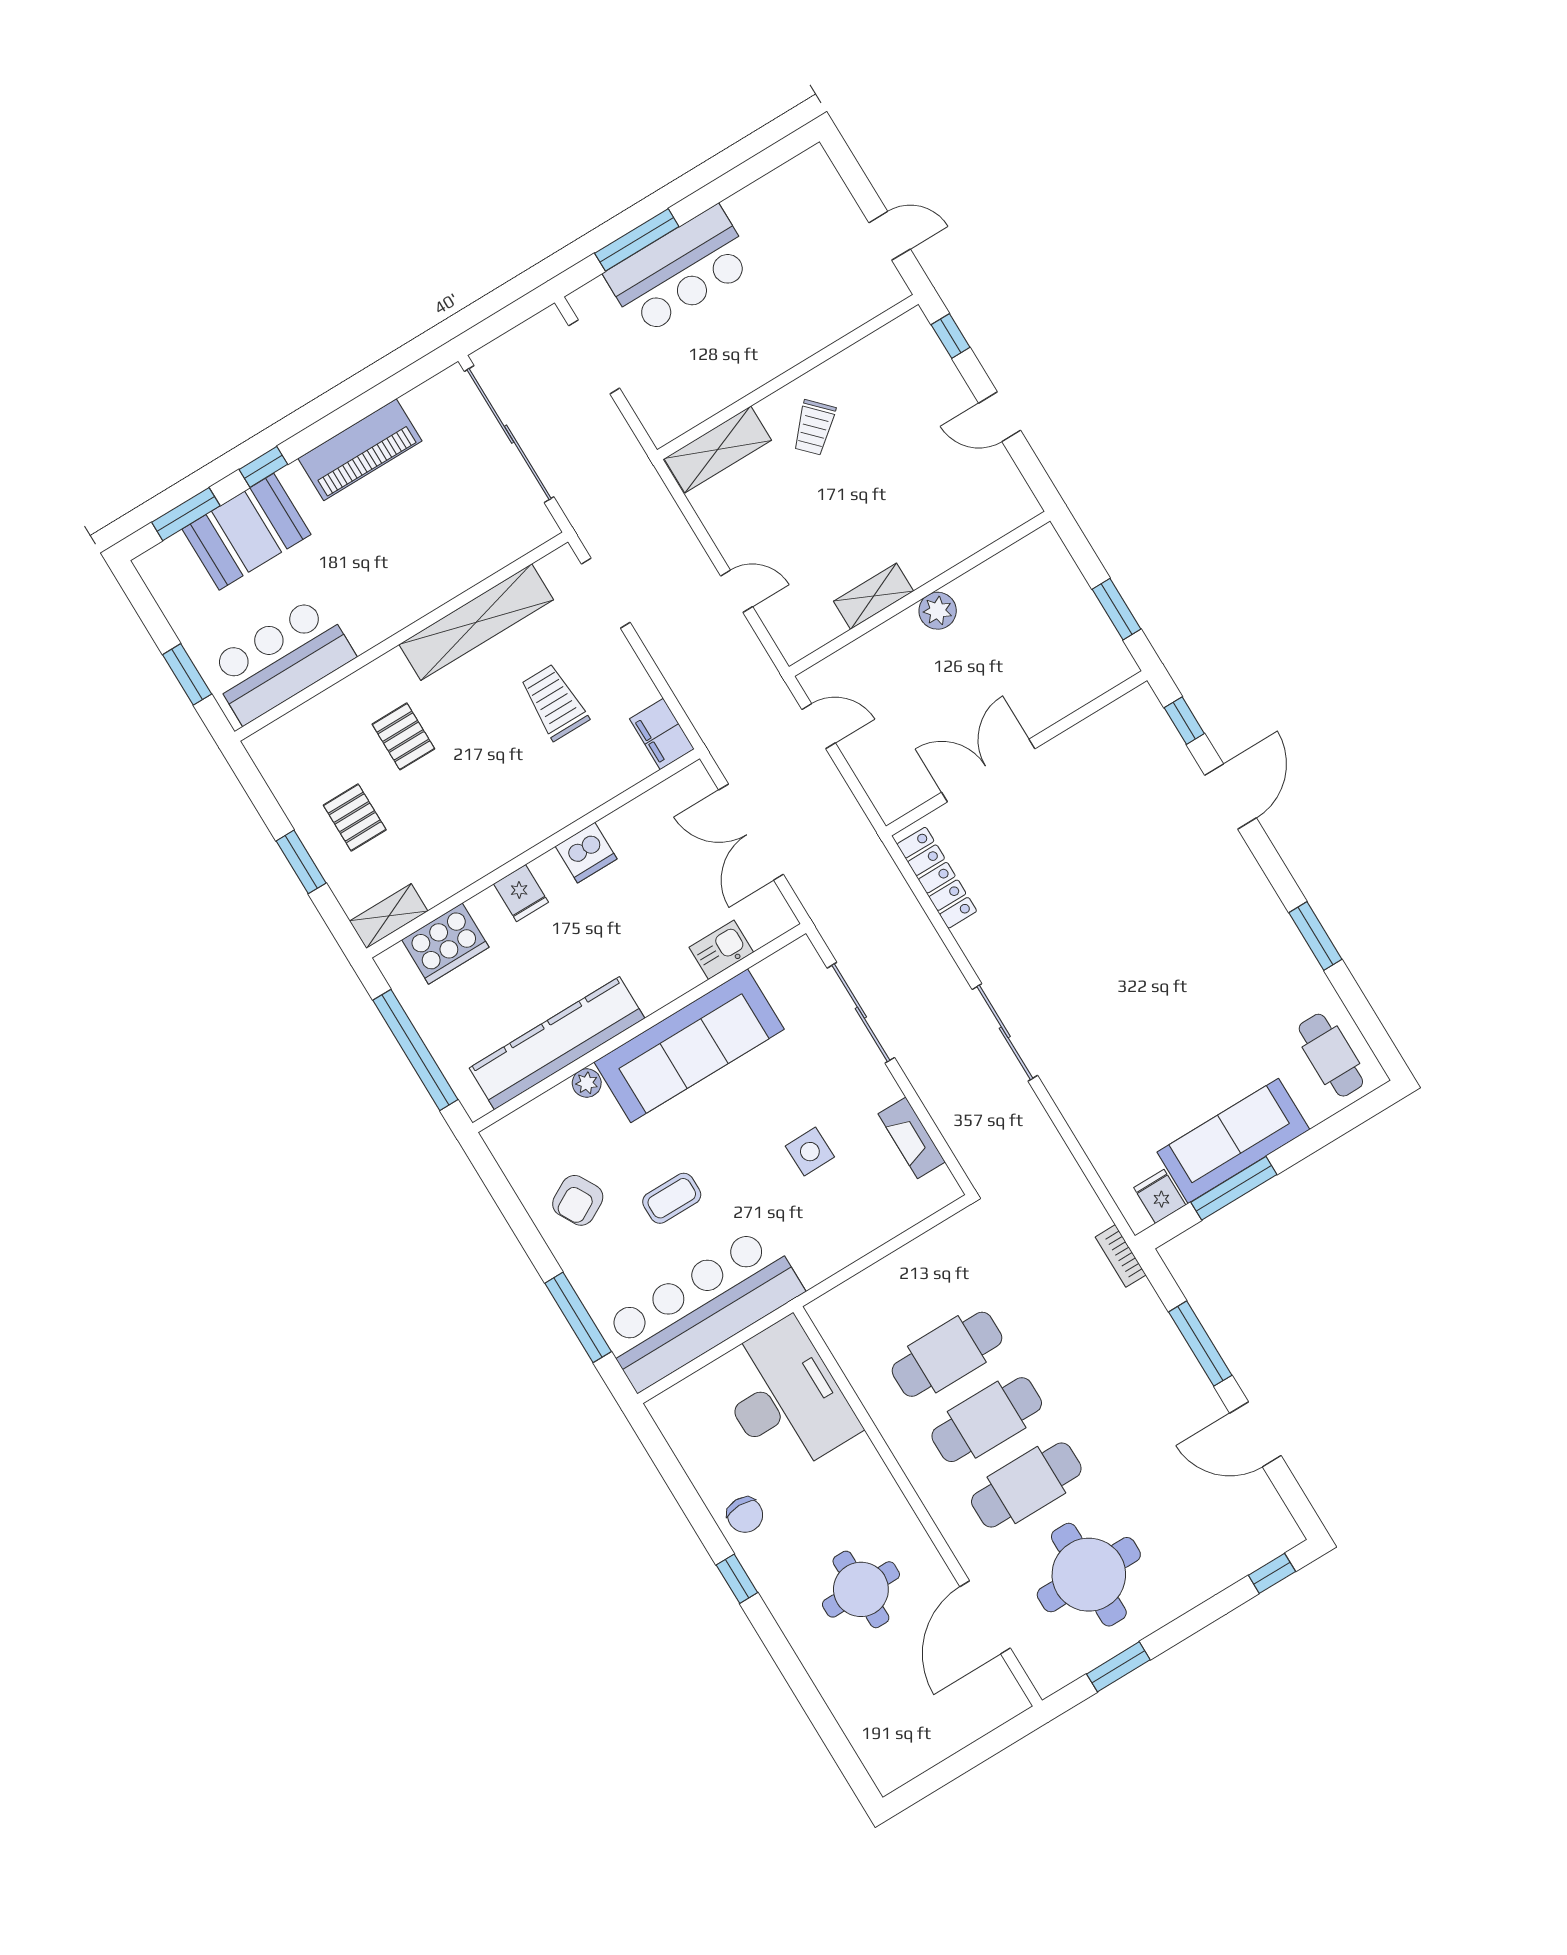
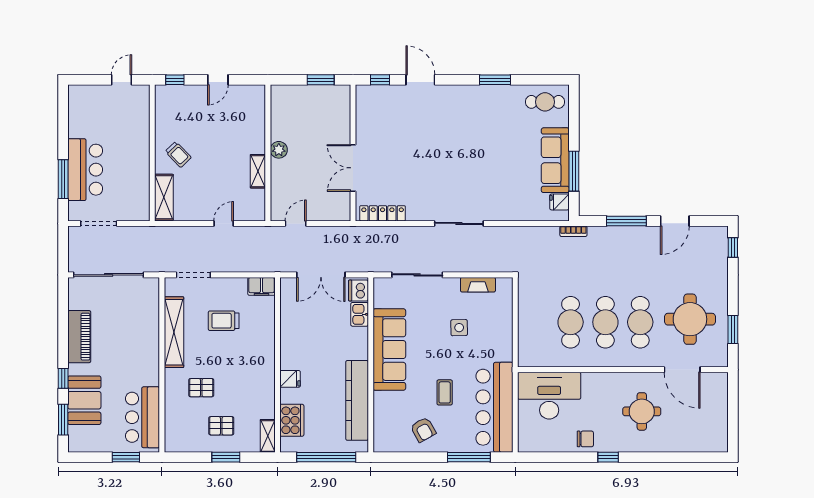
dishwasher: (586, 853) -> (358, 291), moved, turned 180
plant: (587, 1083) -> (380, 398), removed

